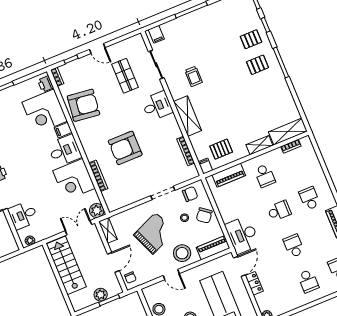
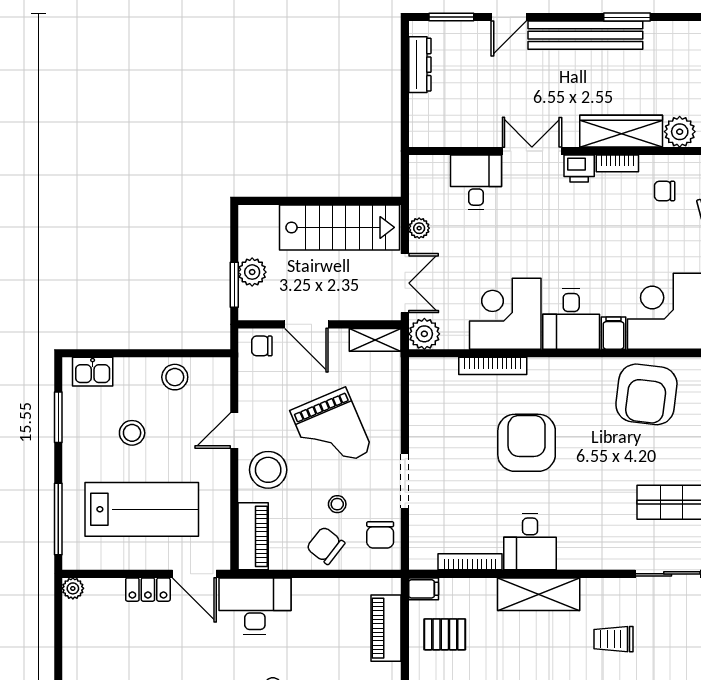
desk: (157, 106) -> (530, 542), moved
pallet: (221, 149) -> (445, 634), turned 90
plant: (30, 241) -> (419, 228), moved

